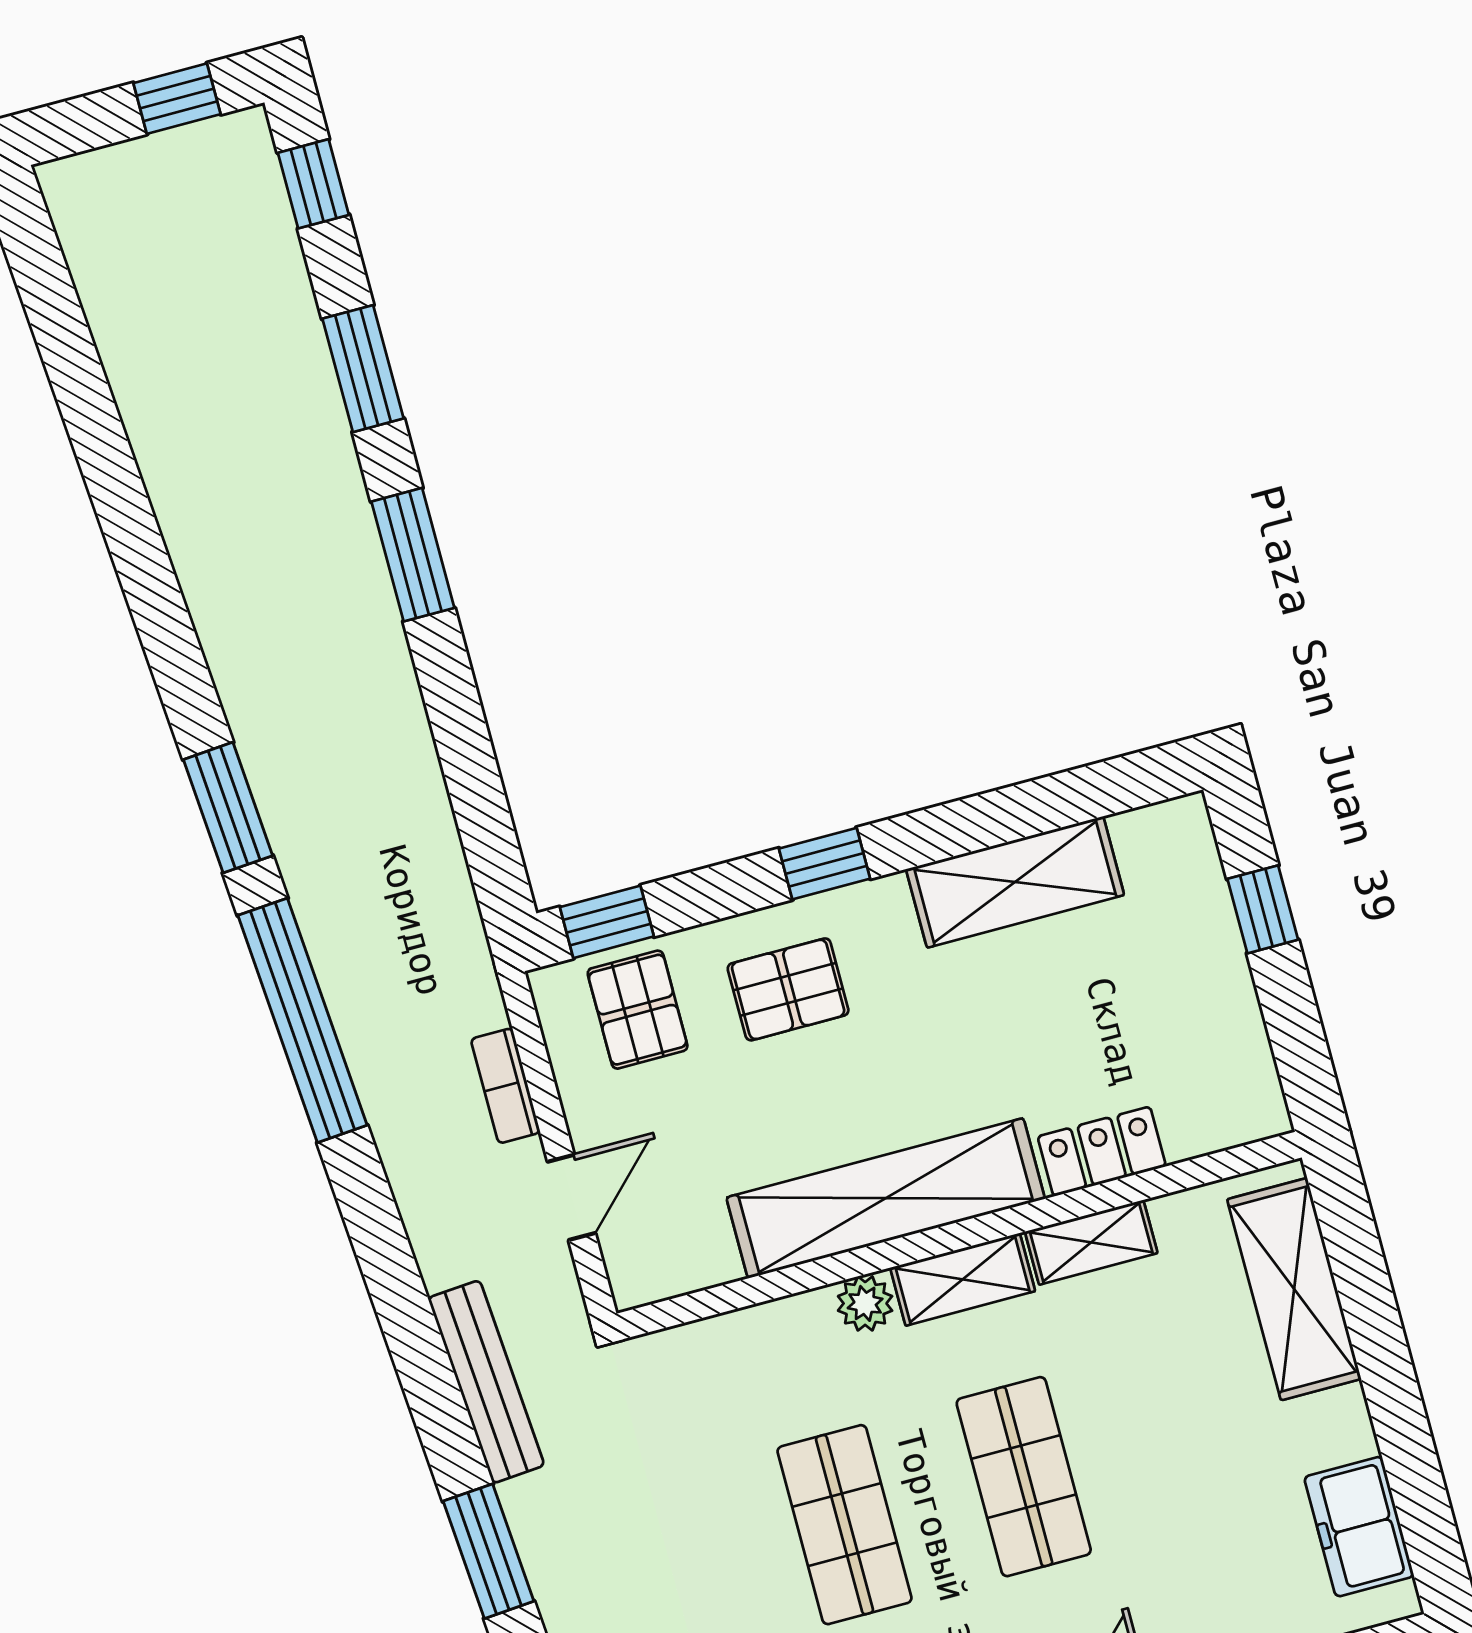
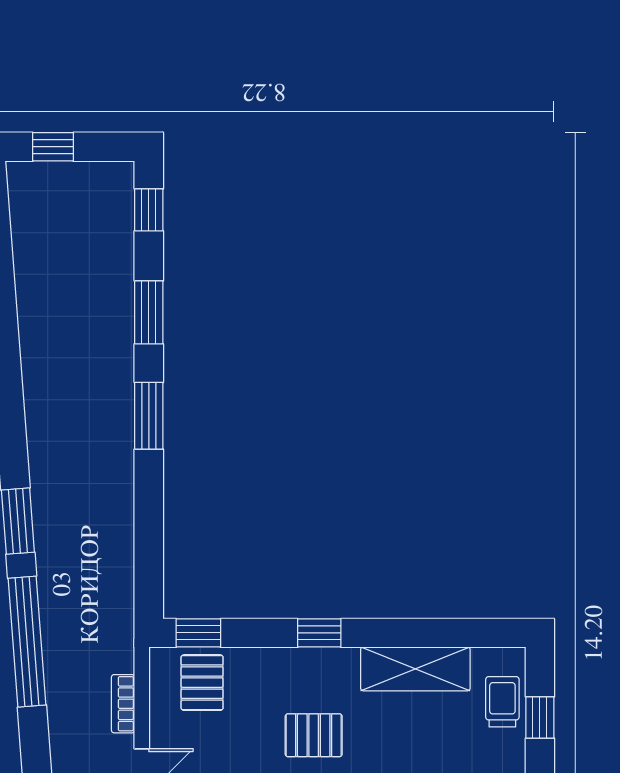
window: (177, 99) -> (53, 147), moved
trolley: (1188, 899) -> (502, 702), added
pallet: (788, 989) -> (314, 735), moved

